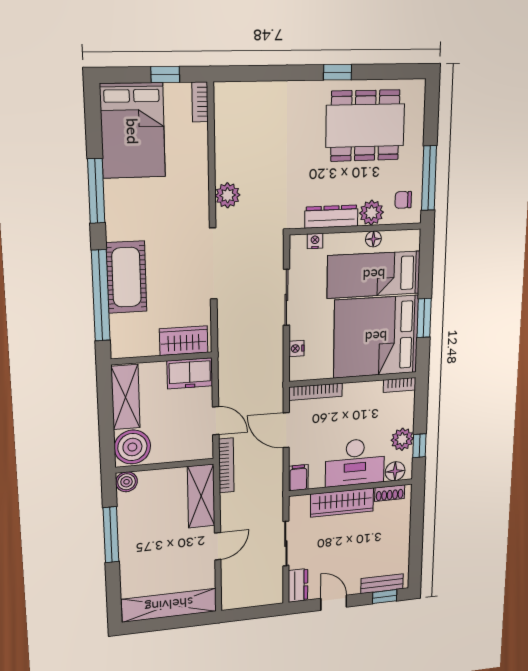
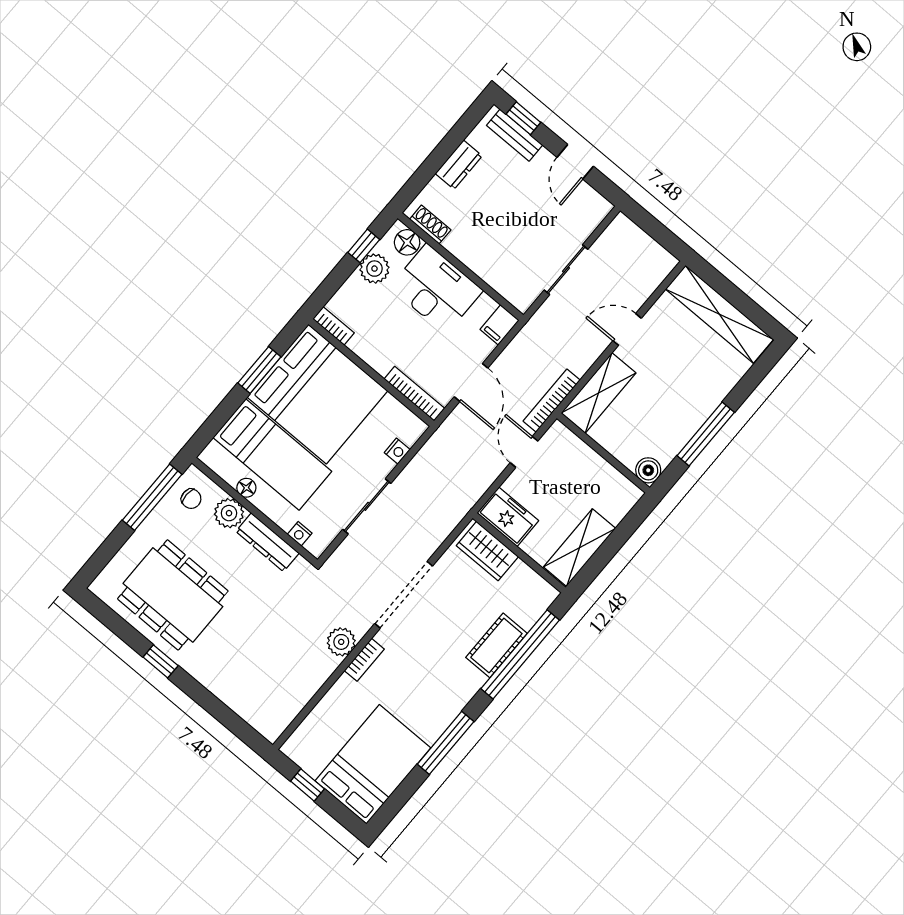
bookcase: (200, 102) -> (364, 660), moved
cot: (126, 277) -> (496, 645), width x0.73, depth x0.75
boiler: (132, 447) -> (615, 497), removed
wardrobe: (342, 503) -> (481, 260), removed
dresser: (298, 585) -> (459, 165), moved, turned 180

